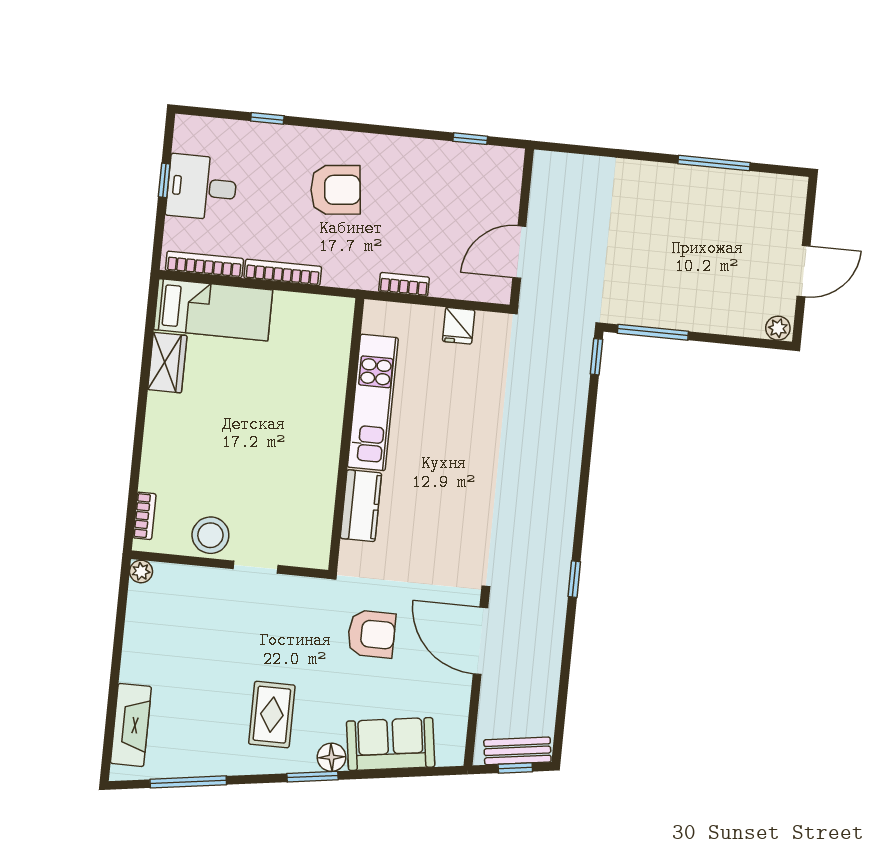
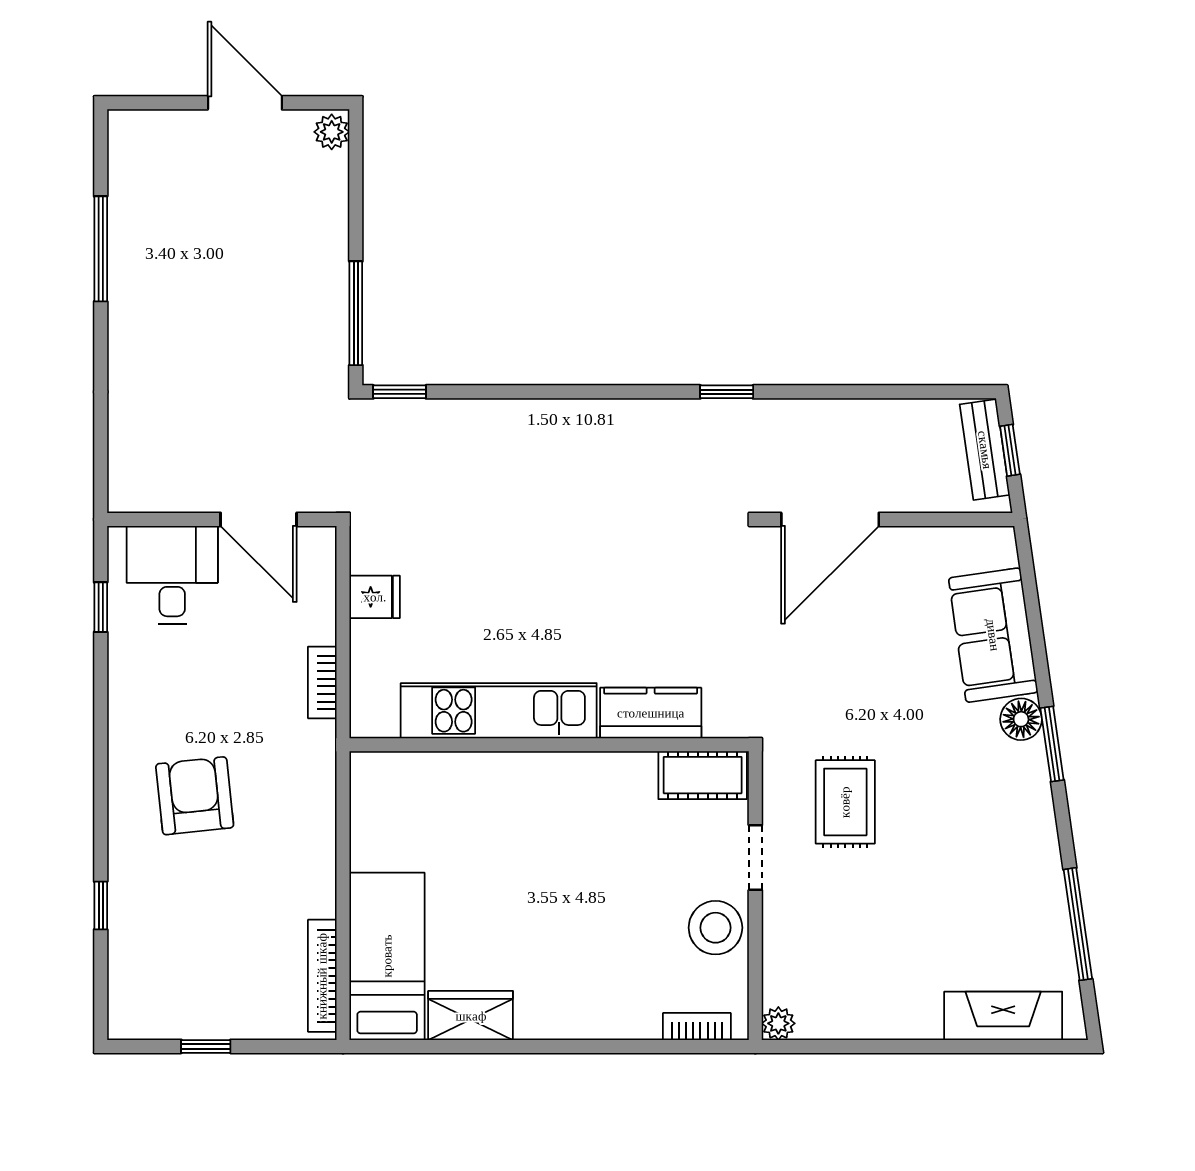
desk: (202, 187) -> (172, 575), moved, turned 180
bookcase: (283, 272) -> (322, 861), removed
cot: (315, 537) -> (703, 775), added
armchair: (371, 634) -> (836, 679), removed
rug: (272, 715) -> (845, 802), moved, turned 90

